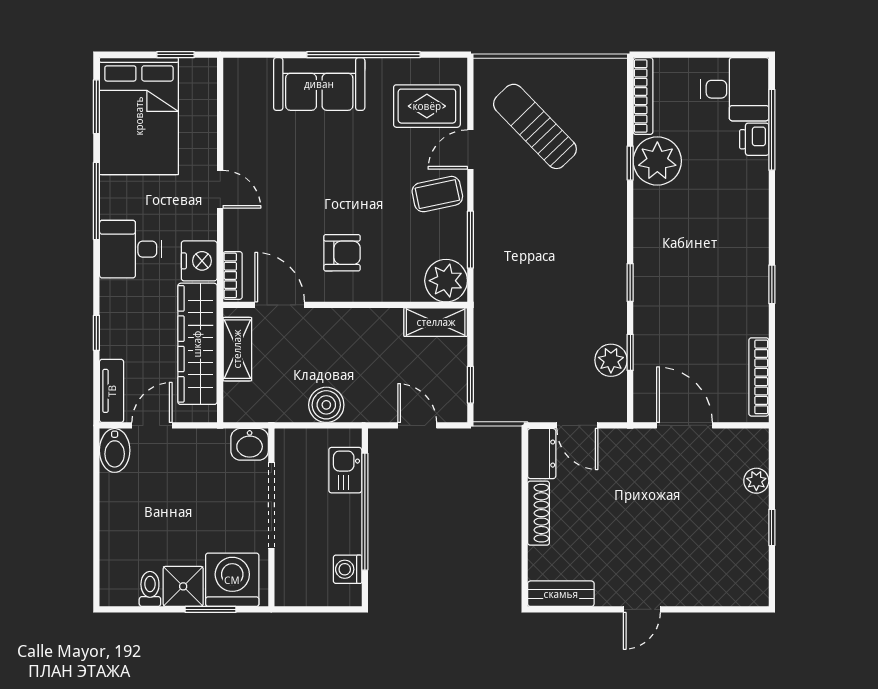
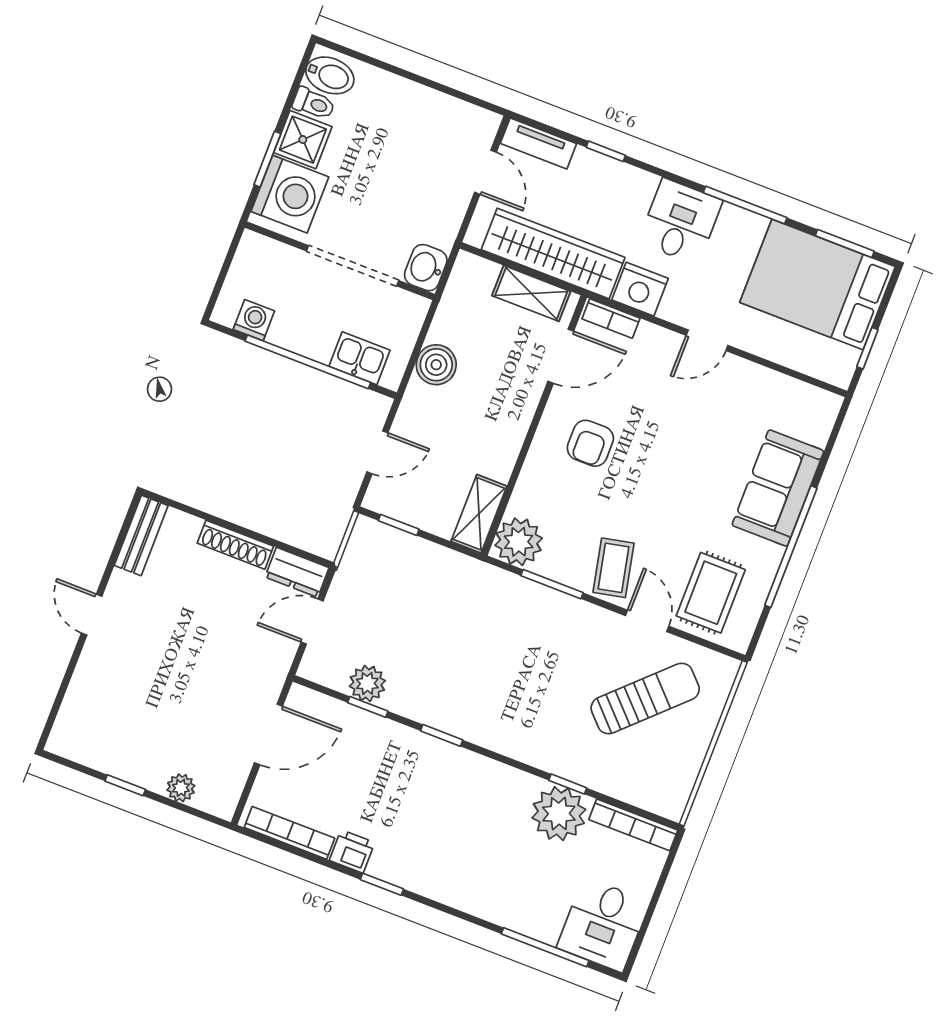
printer: (754, 139) -> (352, 851), moved
bidet: (115, 450) -> (330, 75), moved, turned 180

